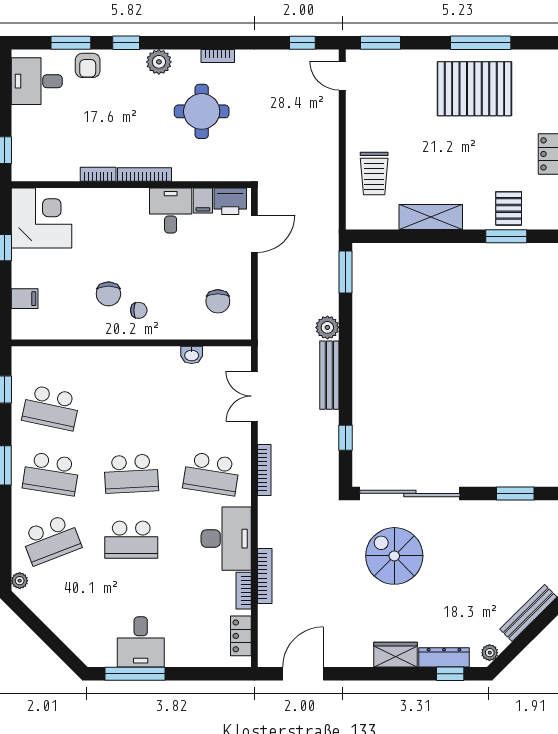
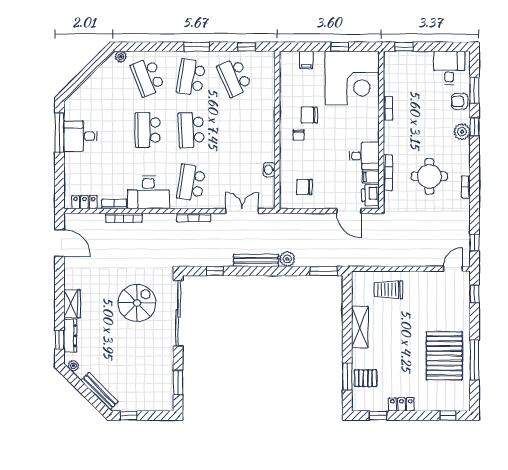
window: (381, 43) -> (475, 294), width x0.67
plant: (159, 62) -> (462, 132), moved
bookcase: (145, 174) -> (388, 173), moved
corner desk: (42, 218) -> (352, 78), width x1.36, depth x1.36
school desk: (51, 408) -> (234, 77), turned -36

